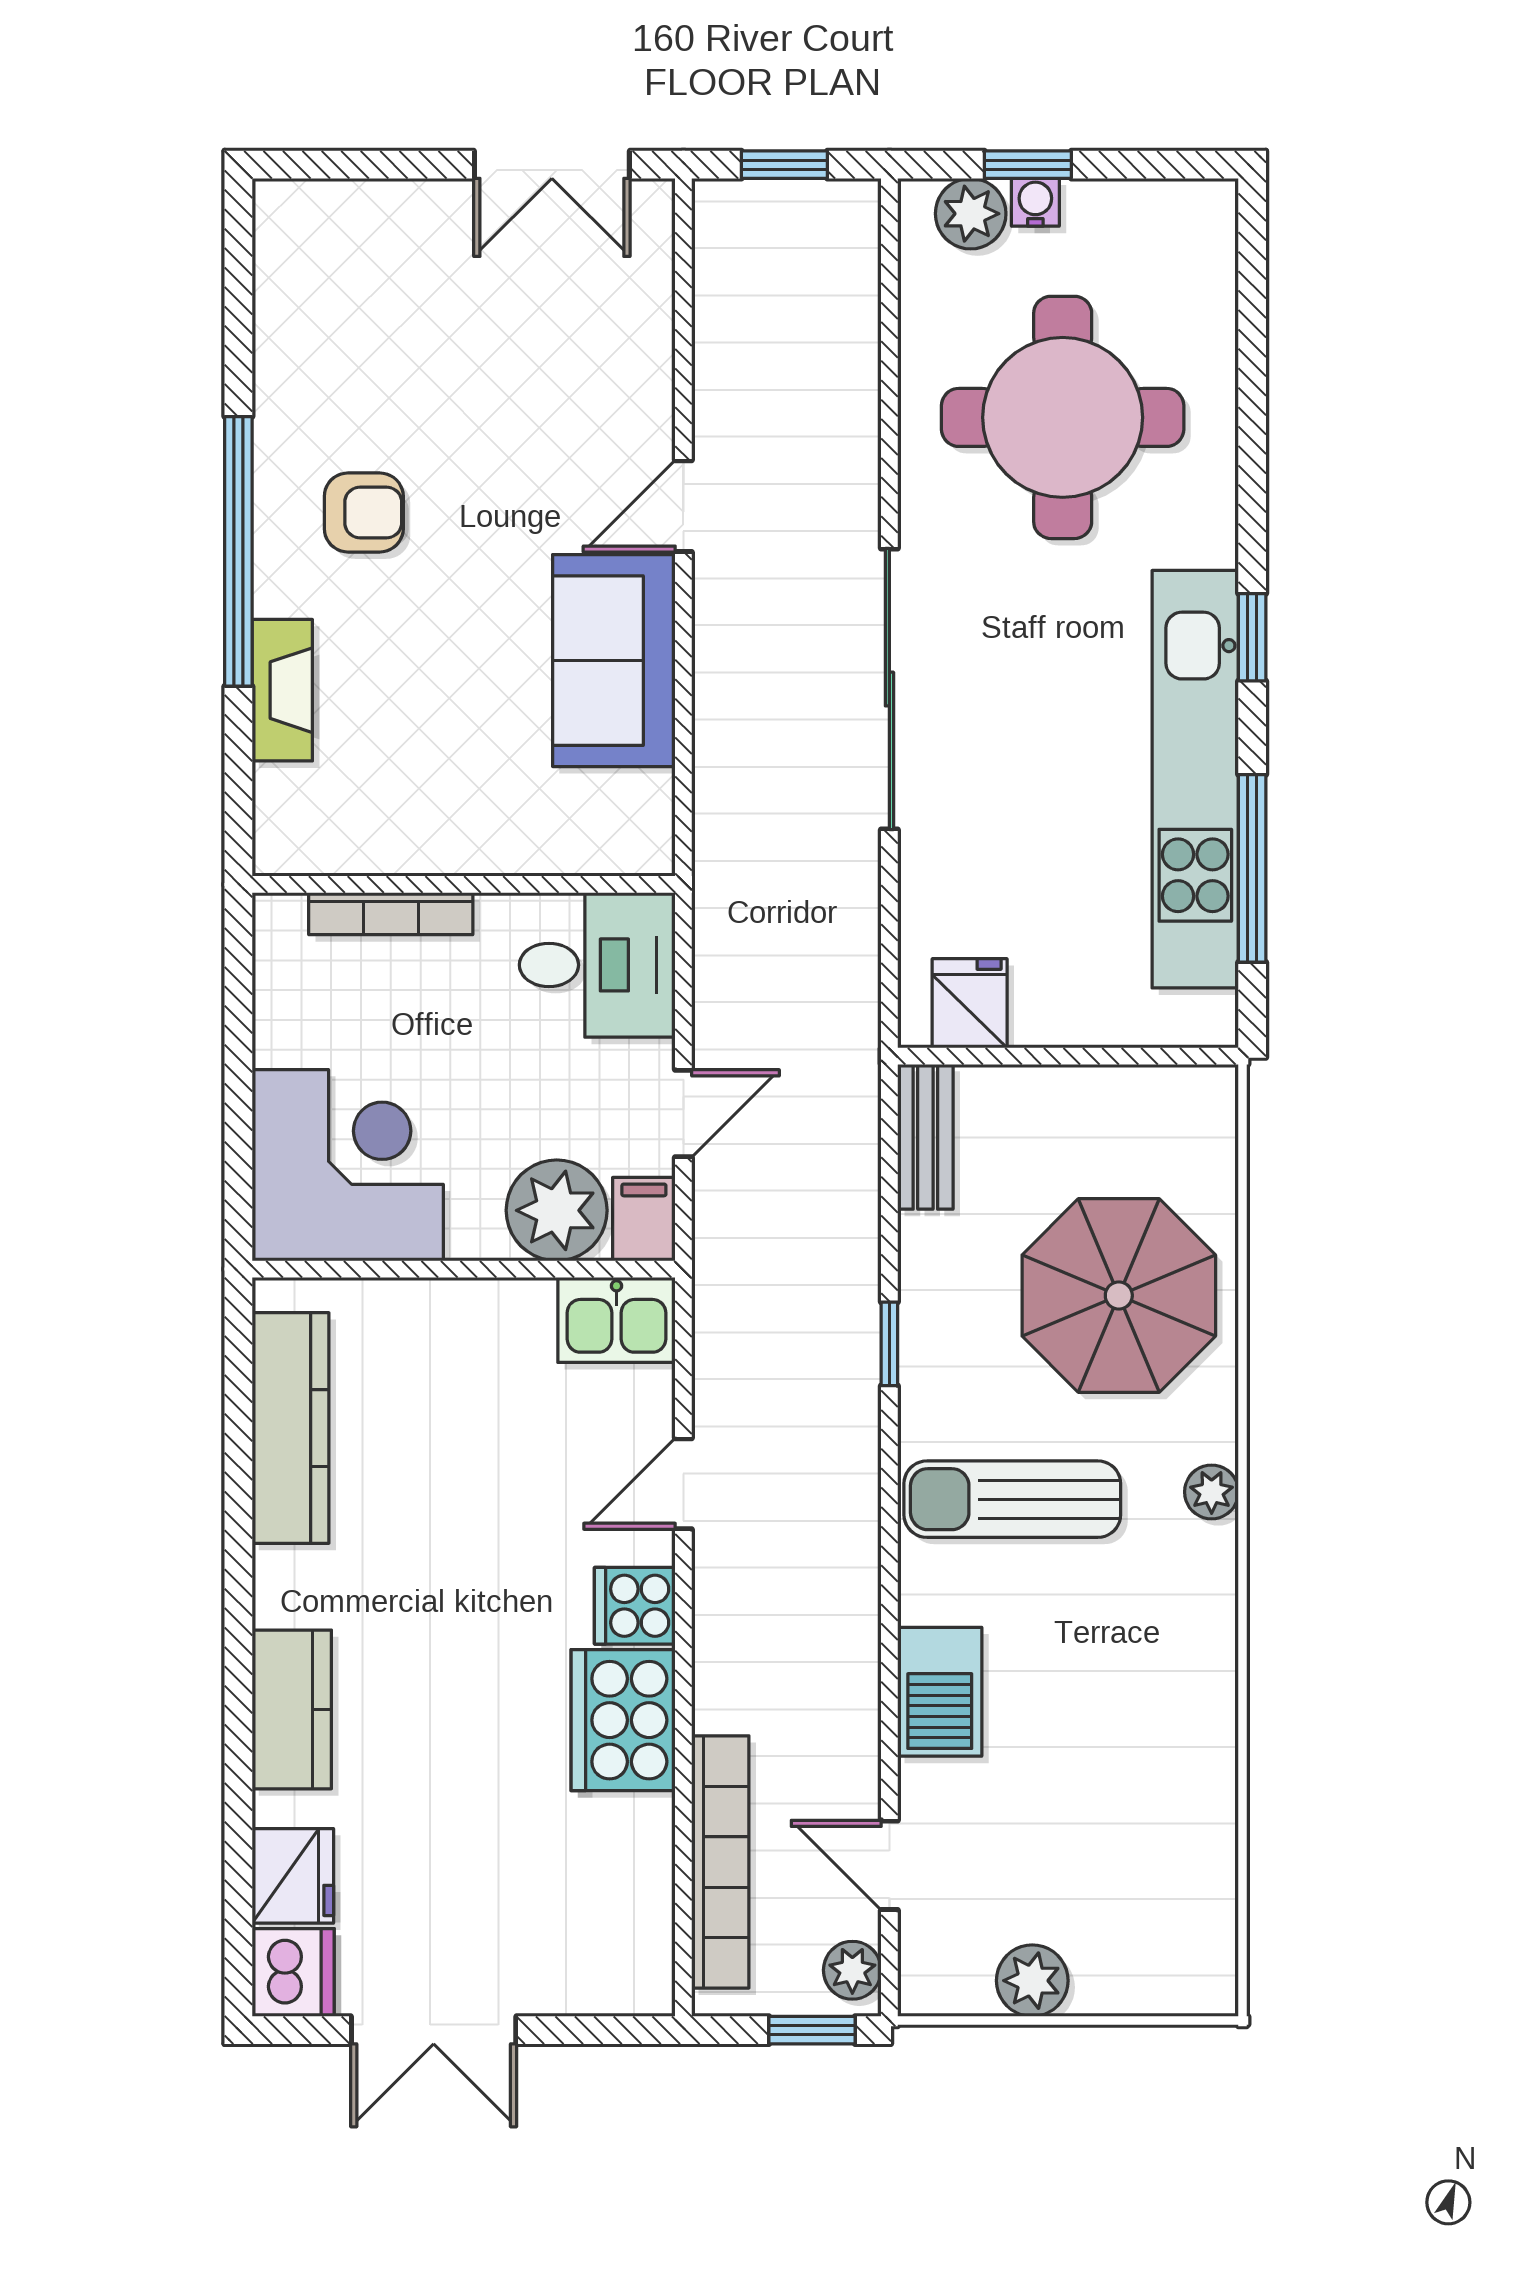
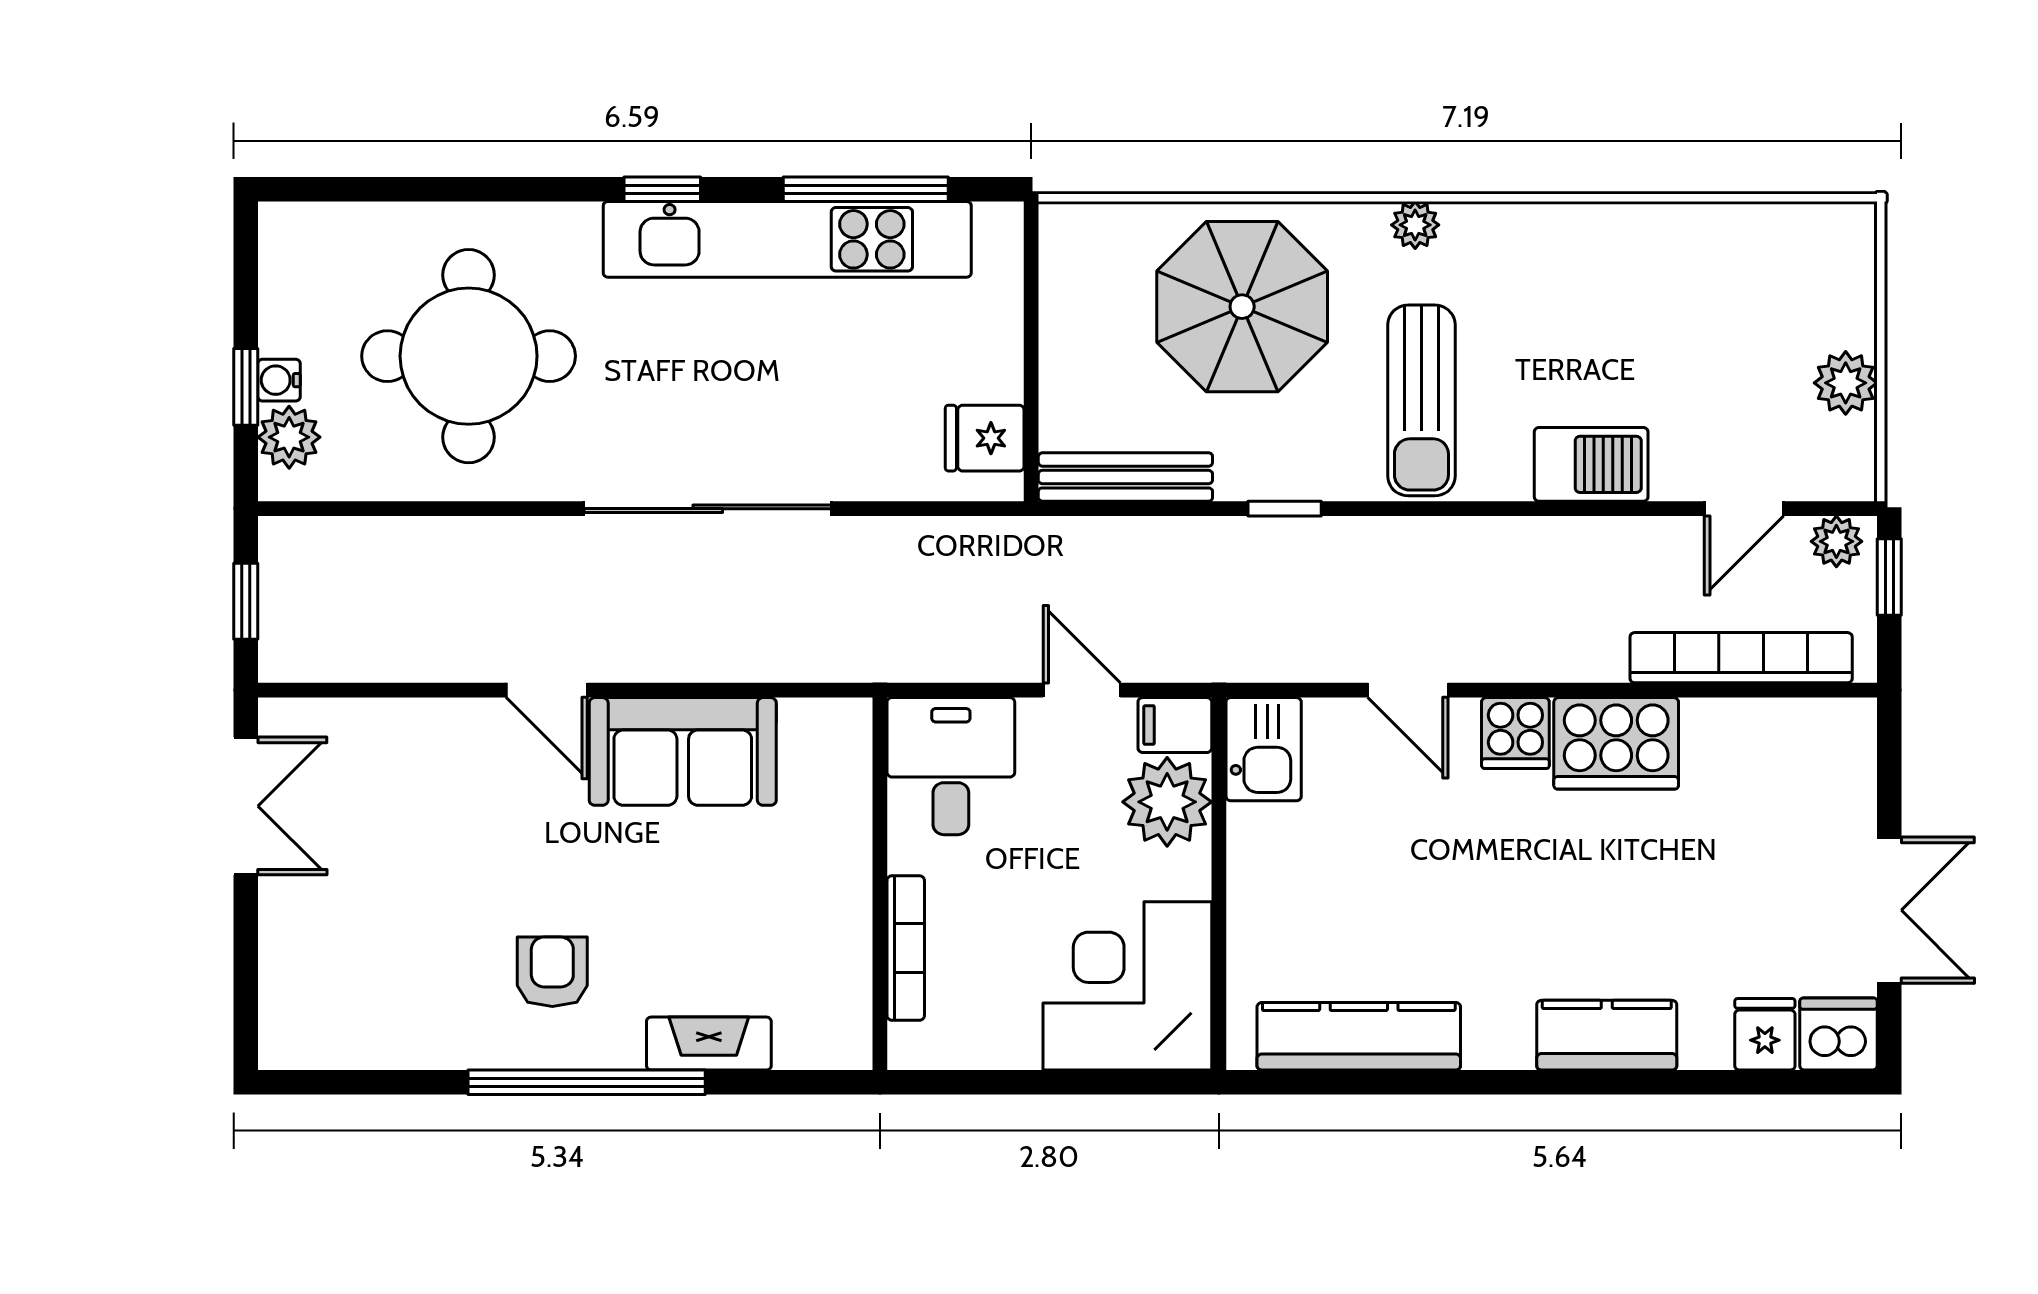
bench: (925, 1137) -> (1125, 477), width x1.36
fridge: (293, 1876) -> (1765, 1034), width x0.72

